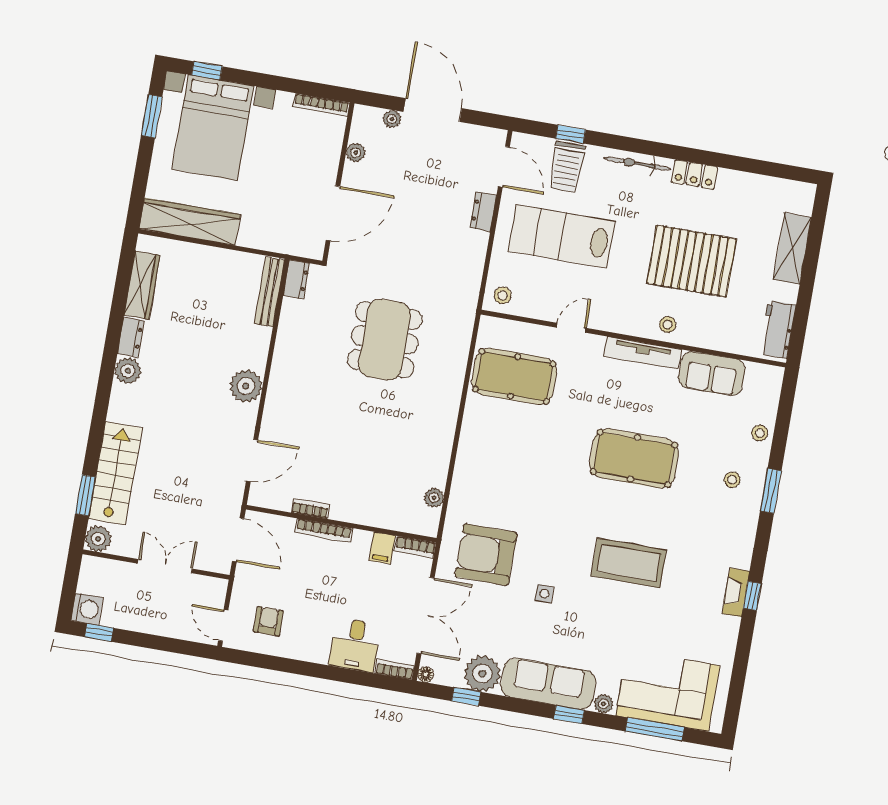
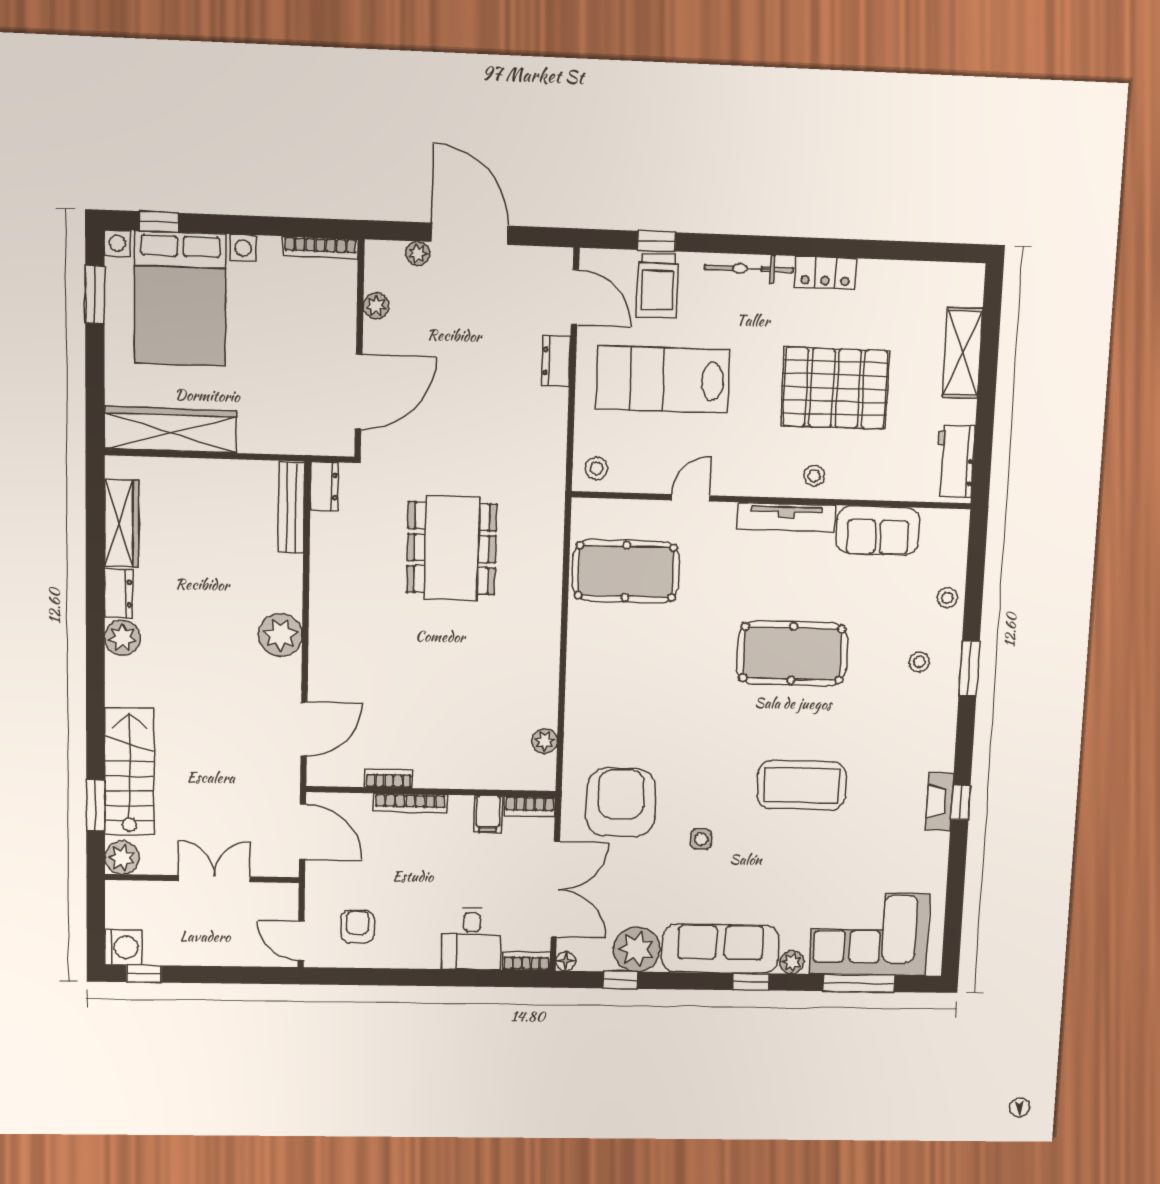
armchair: (486, 555) -> (621, 802), turned 90

